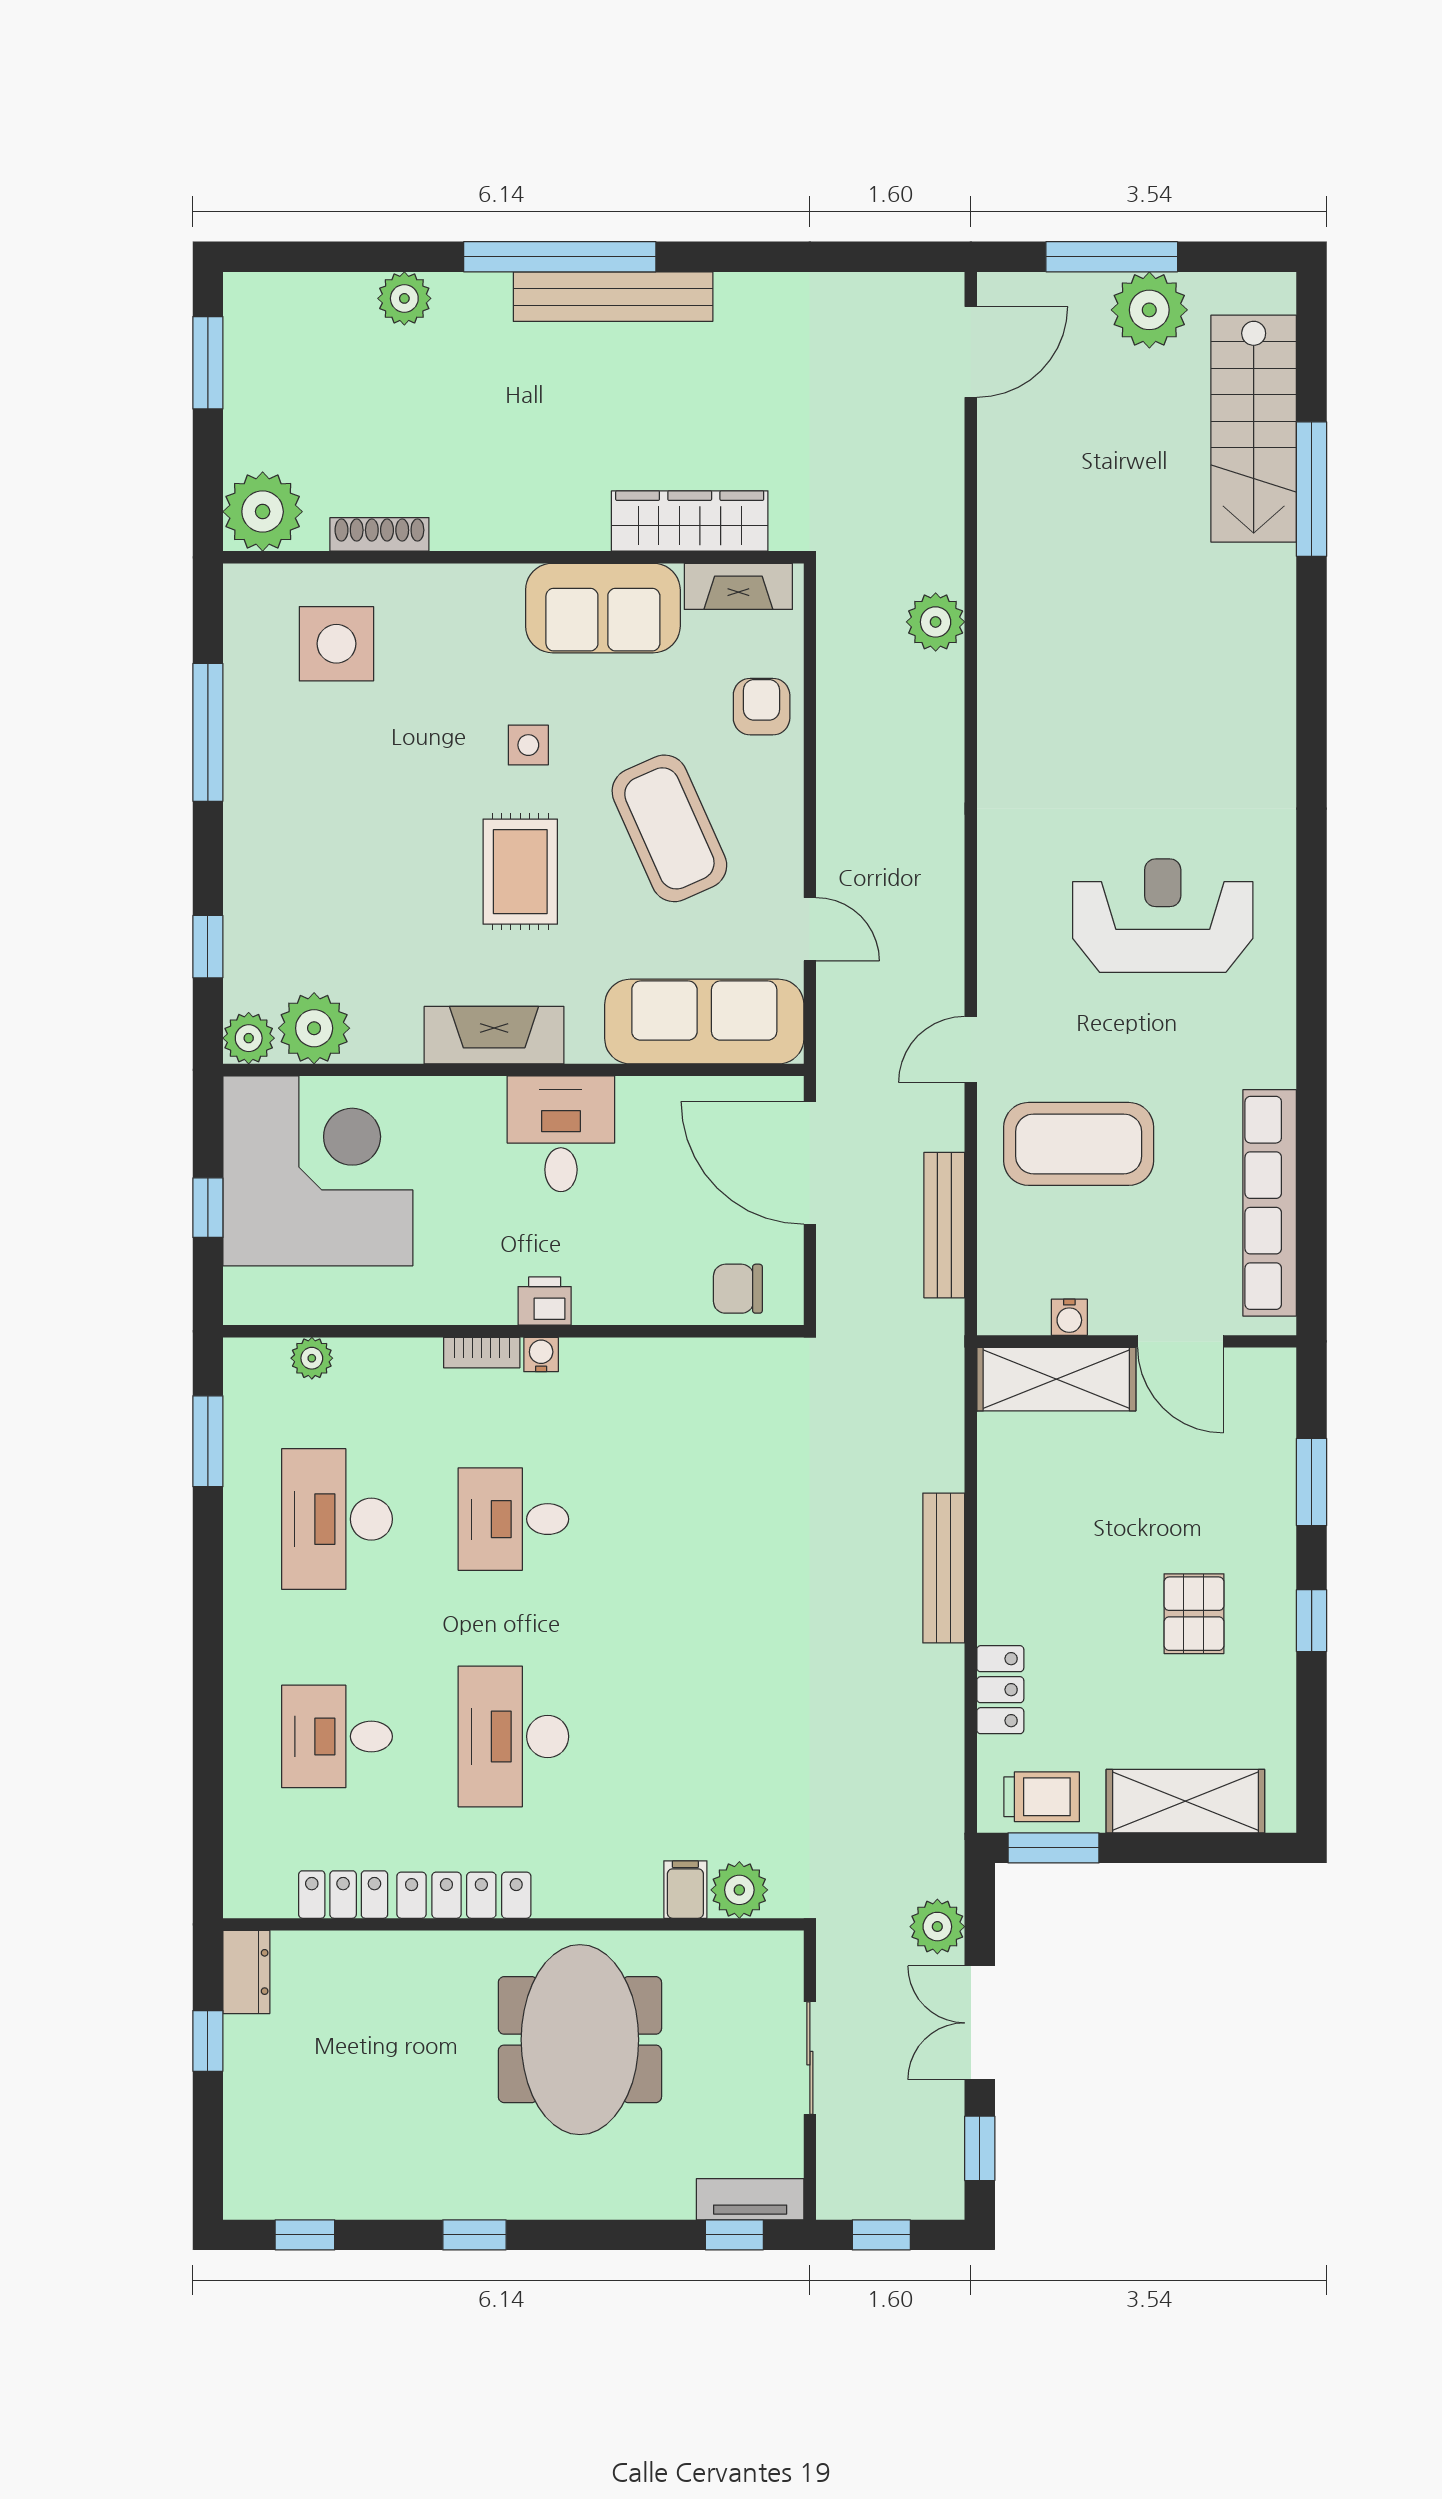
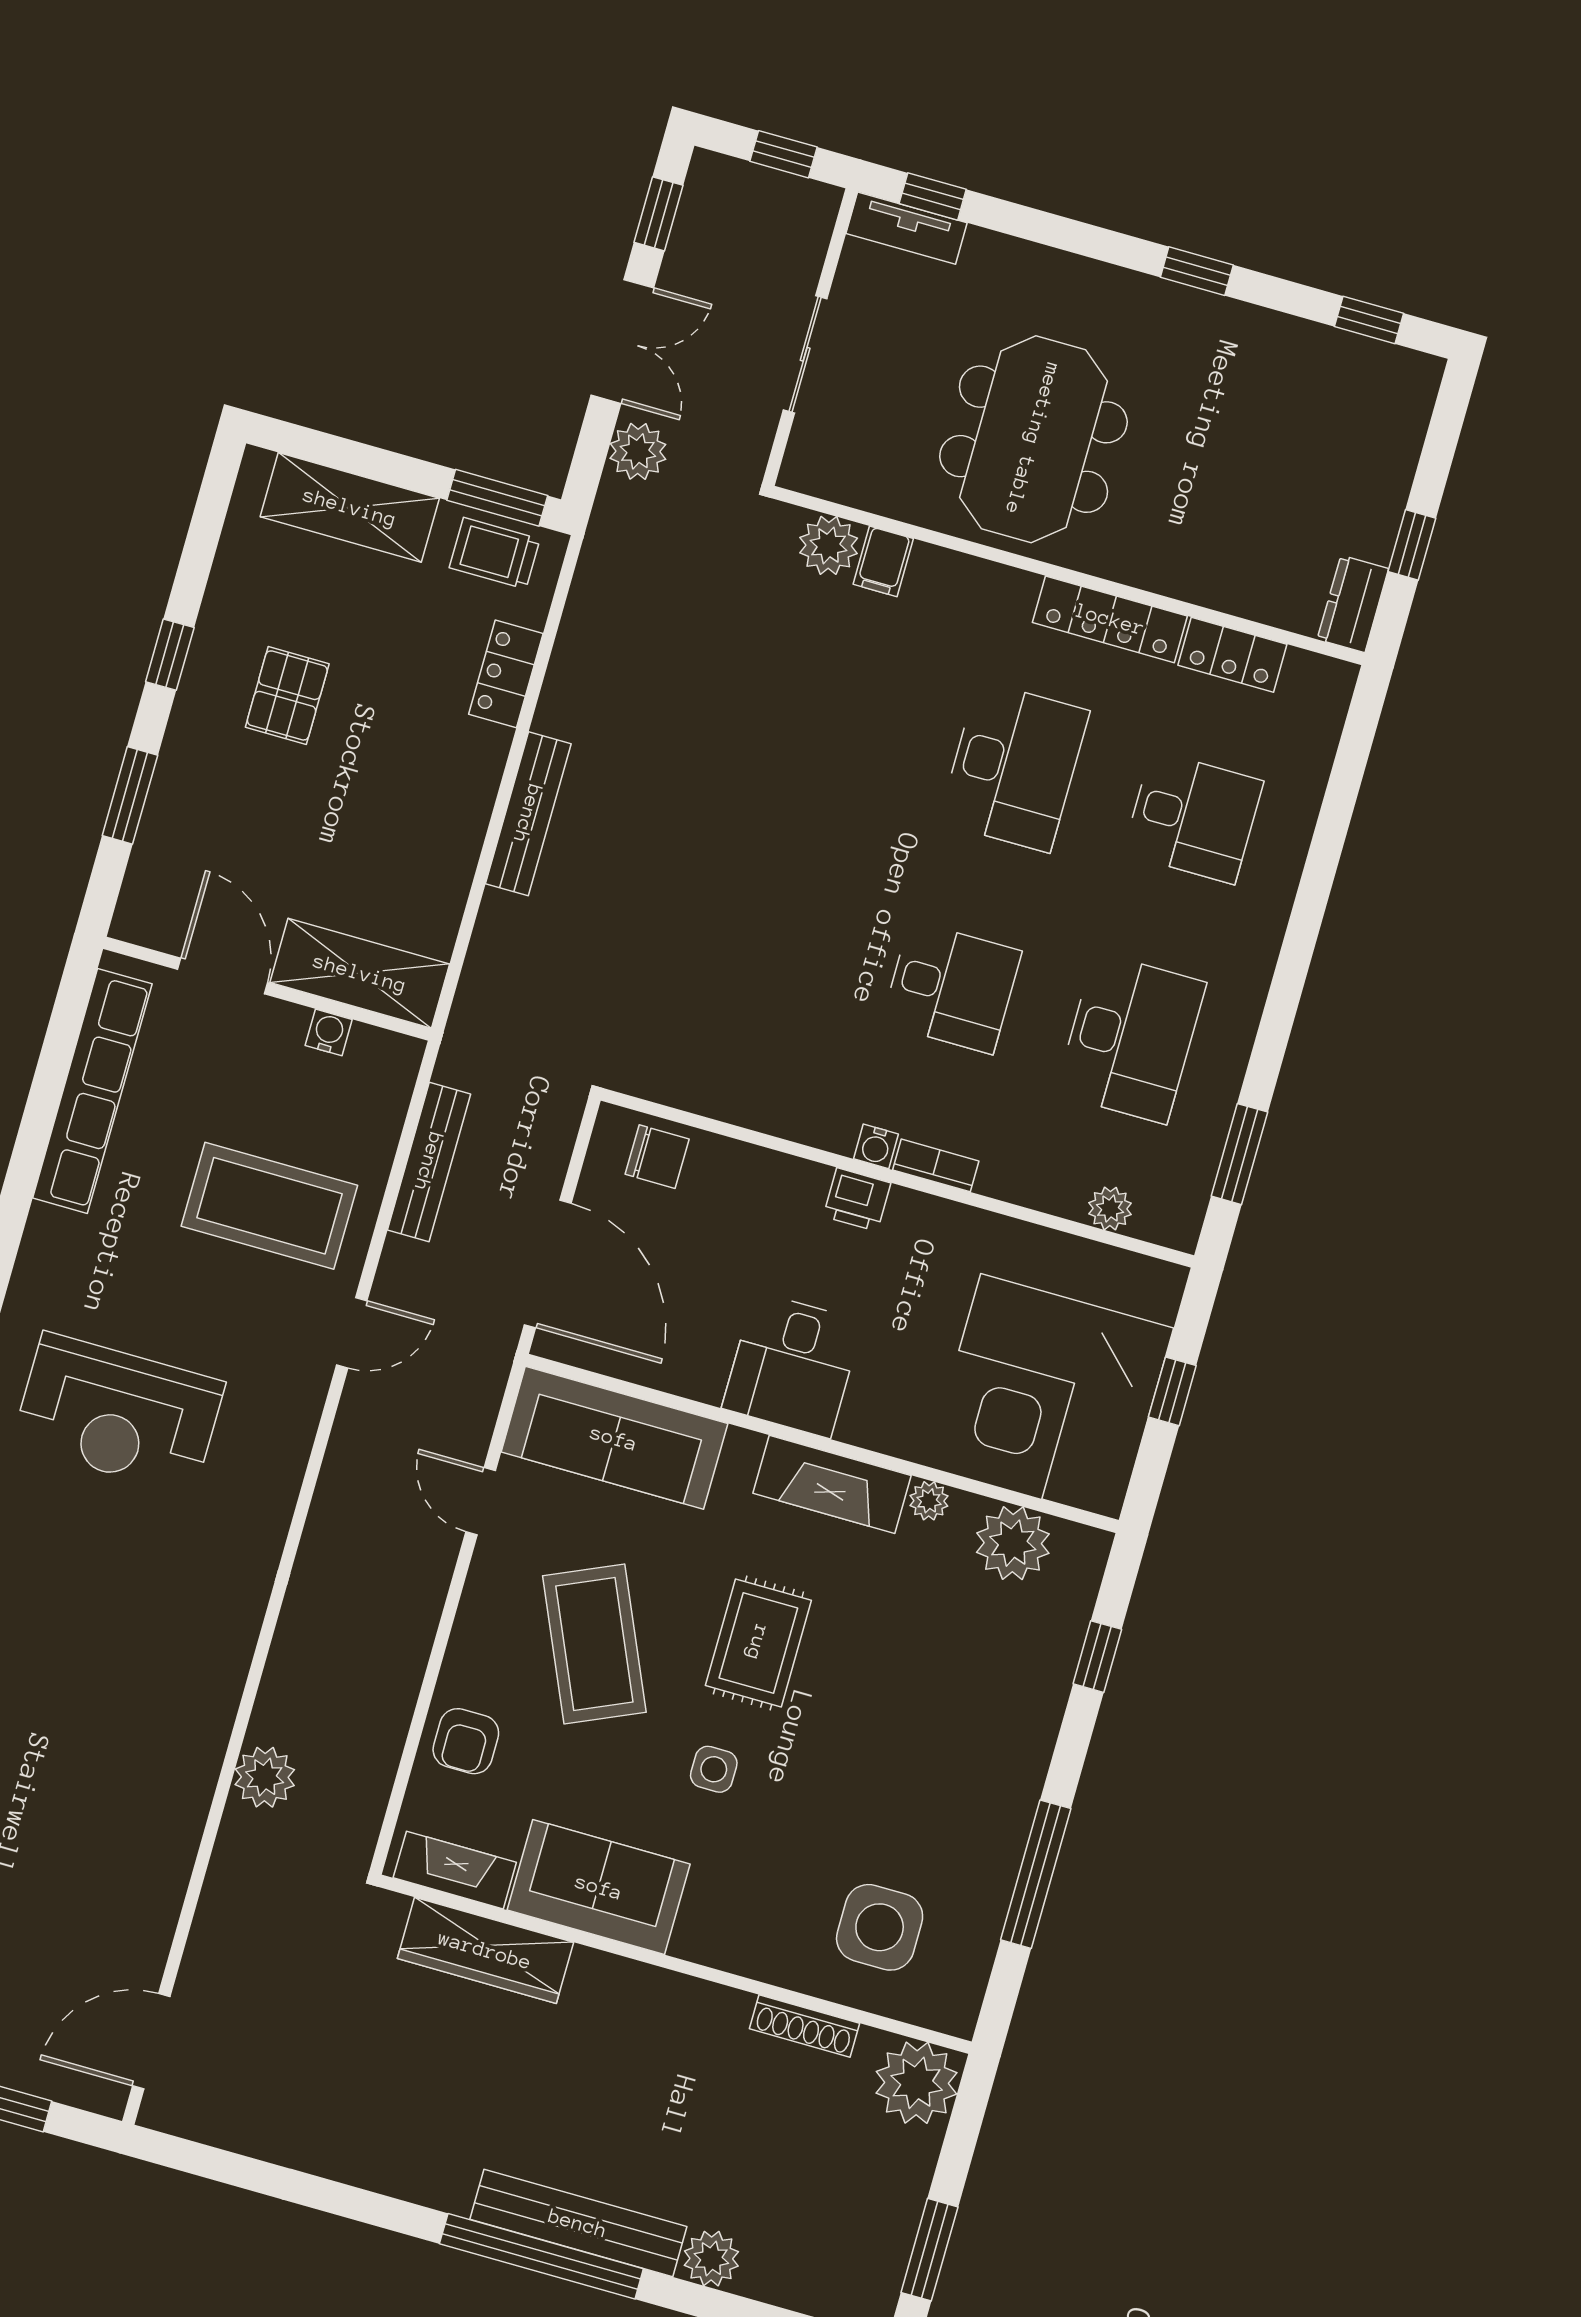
bench: (613, 297) -> (578, 2223), moved
plant: (249, 1038) -> (929, 1501), moved, width x0.73, depth x0.73

